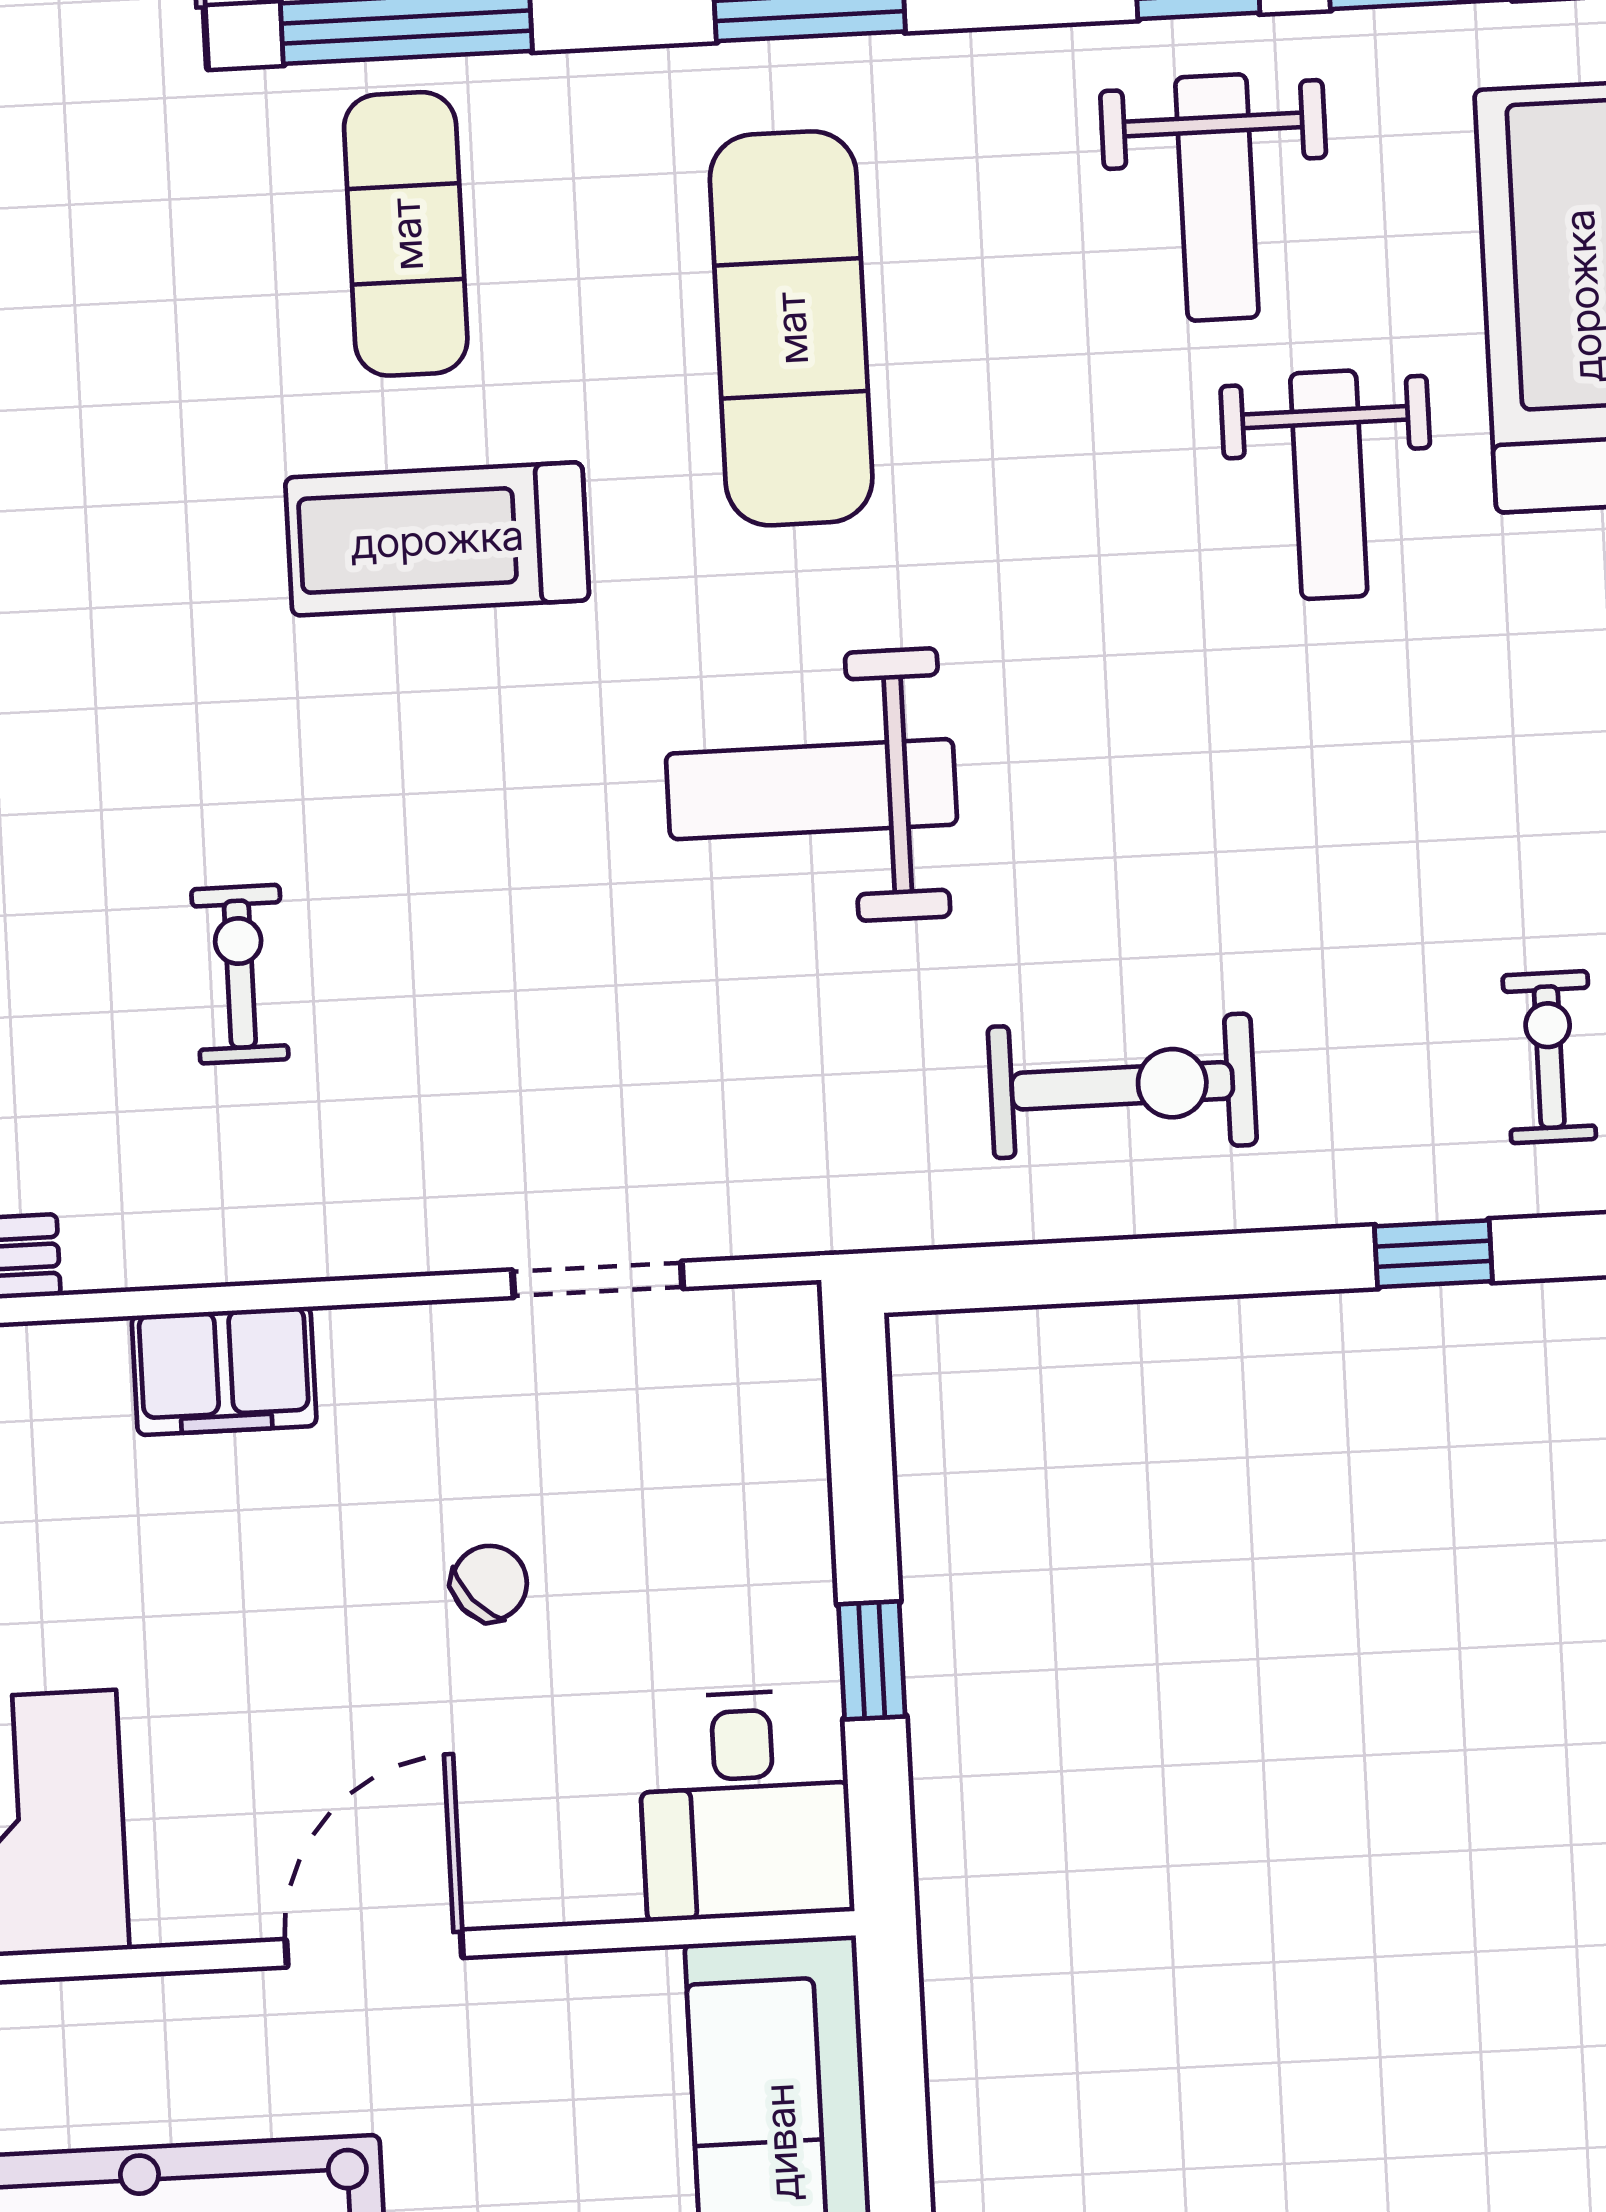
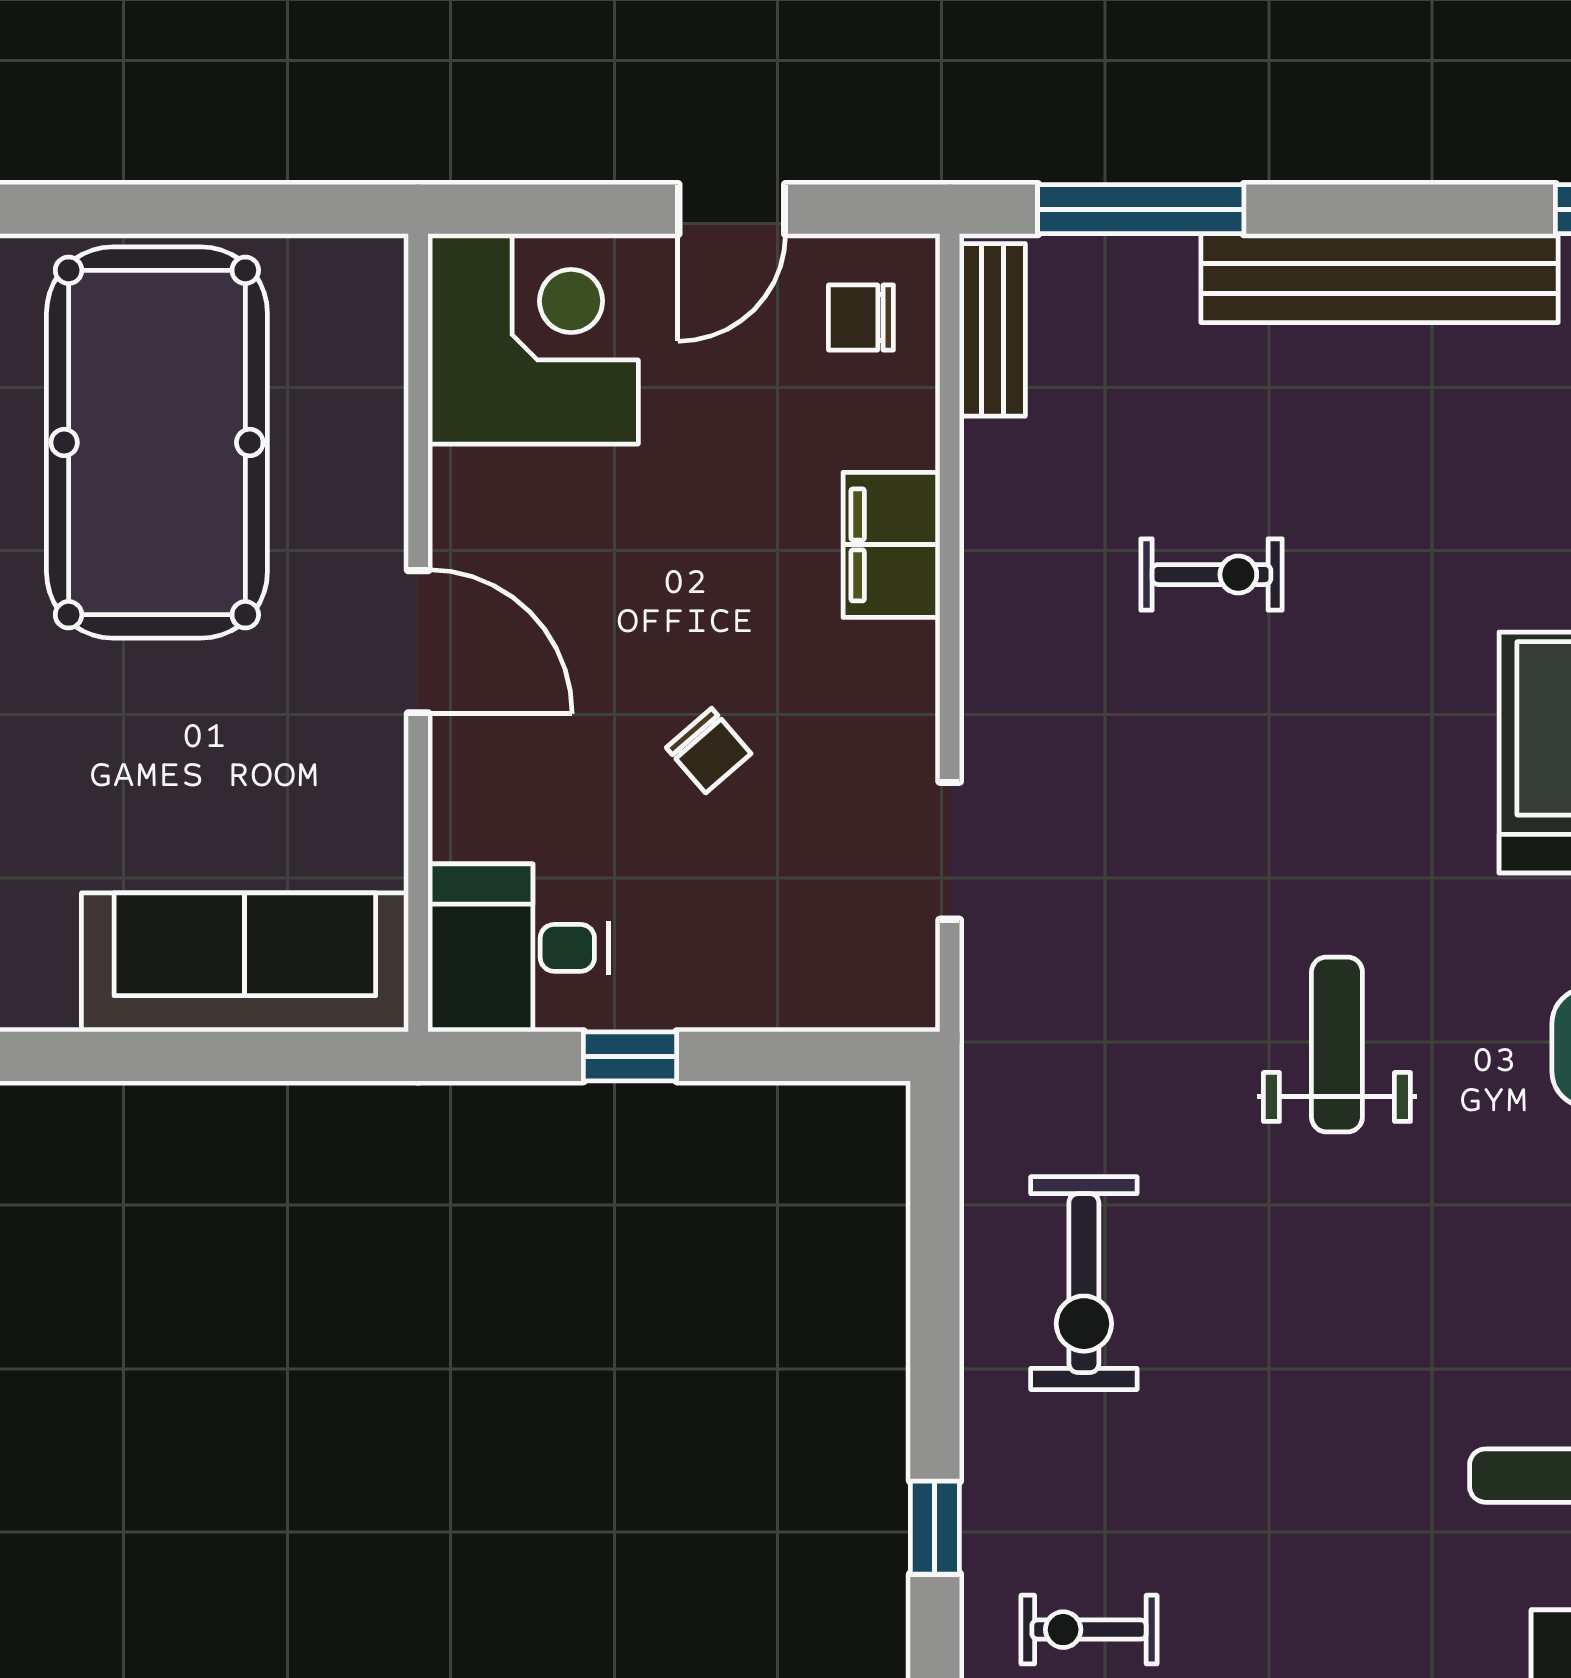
weight bench: (811, 789) -> (1337, 1044), width x0.73, depth x0.75
exercise bike: (1549, 1057) -> (1089, 1630), turned 180

